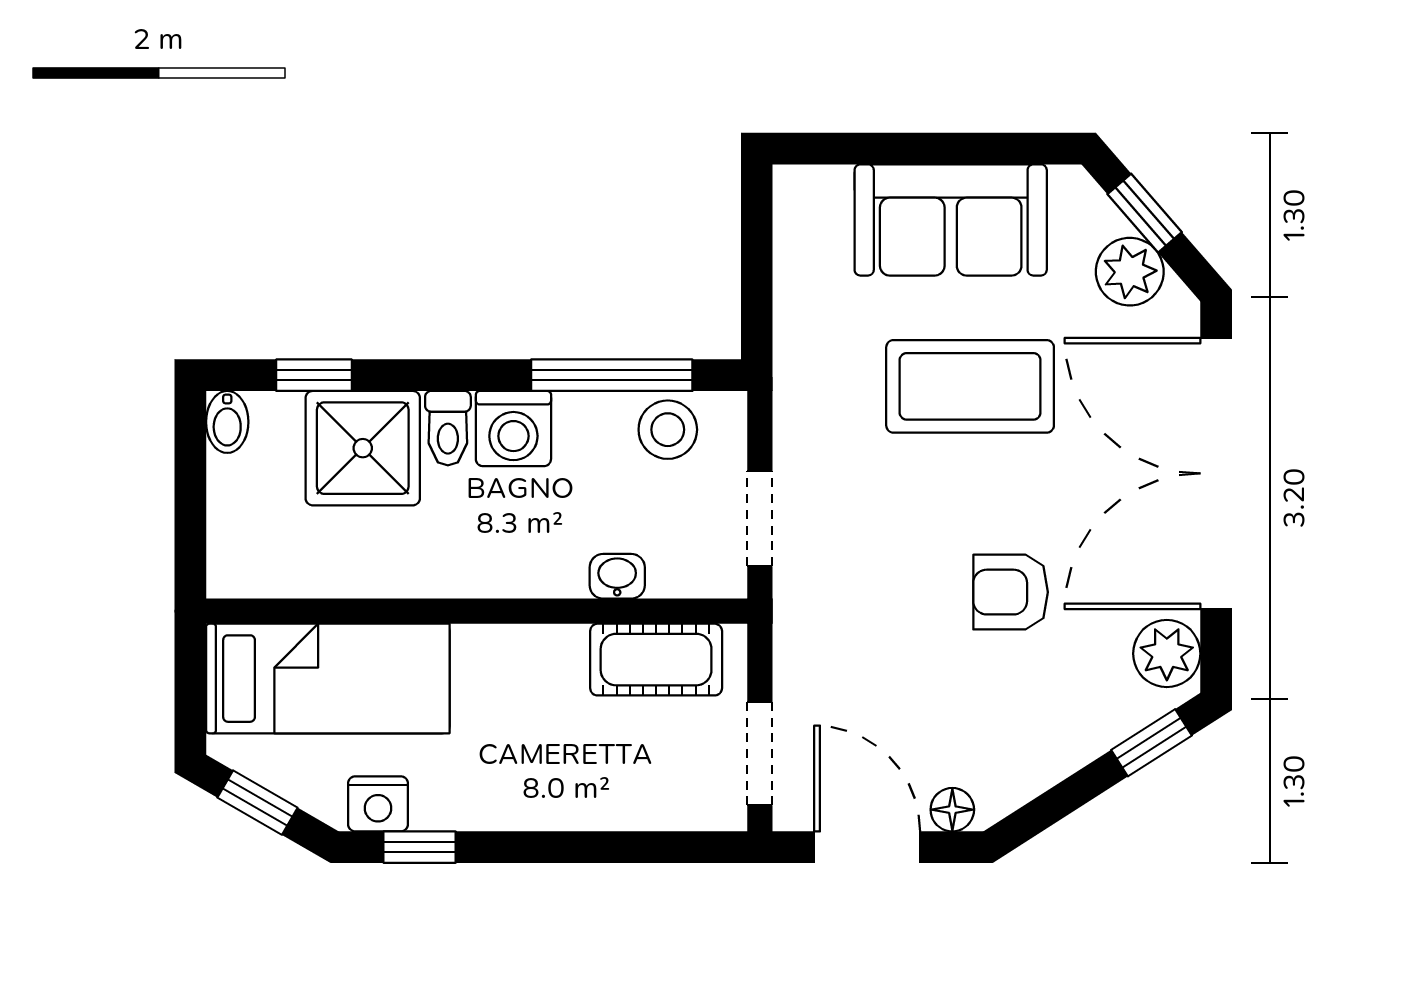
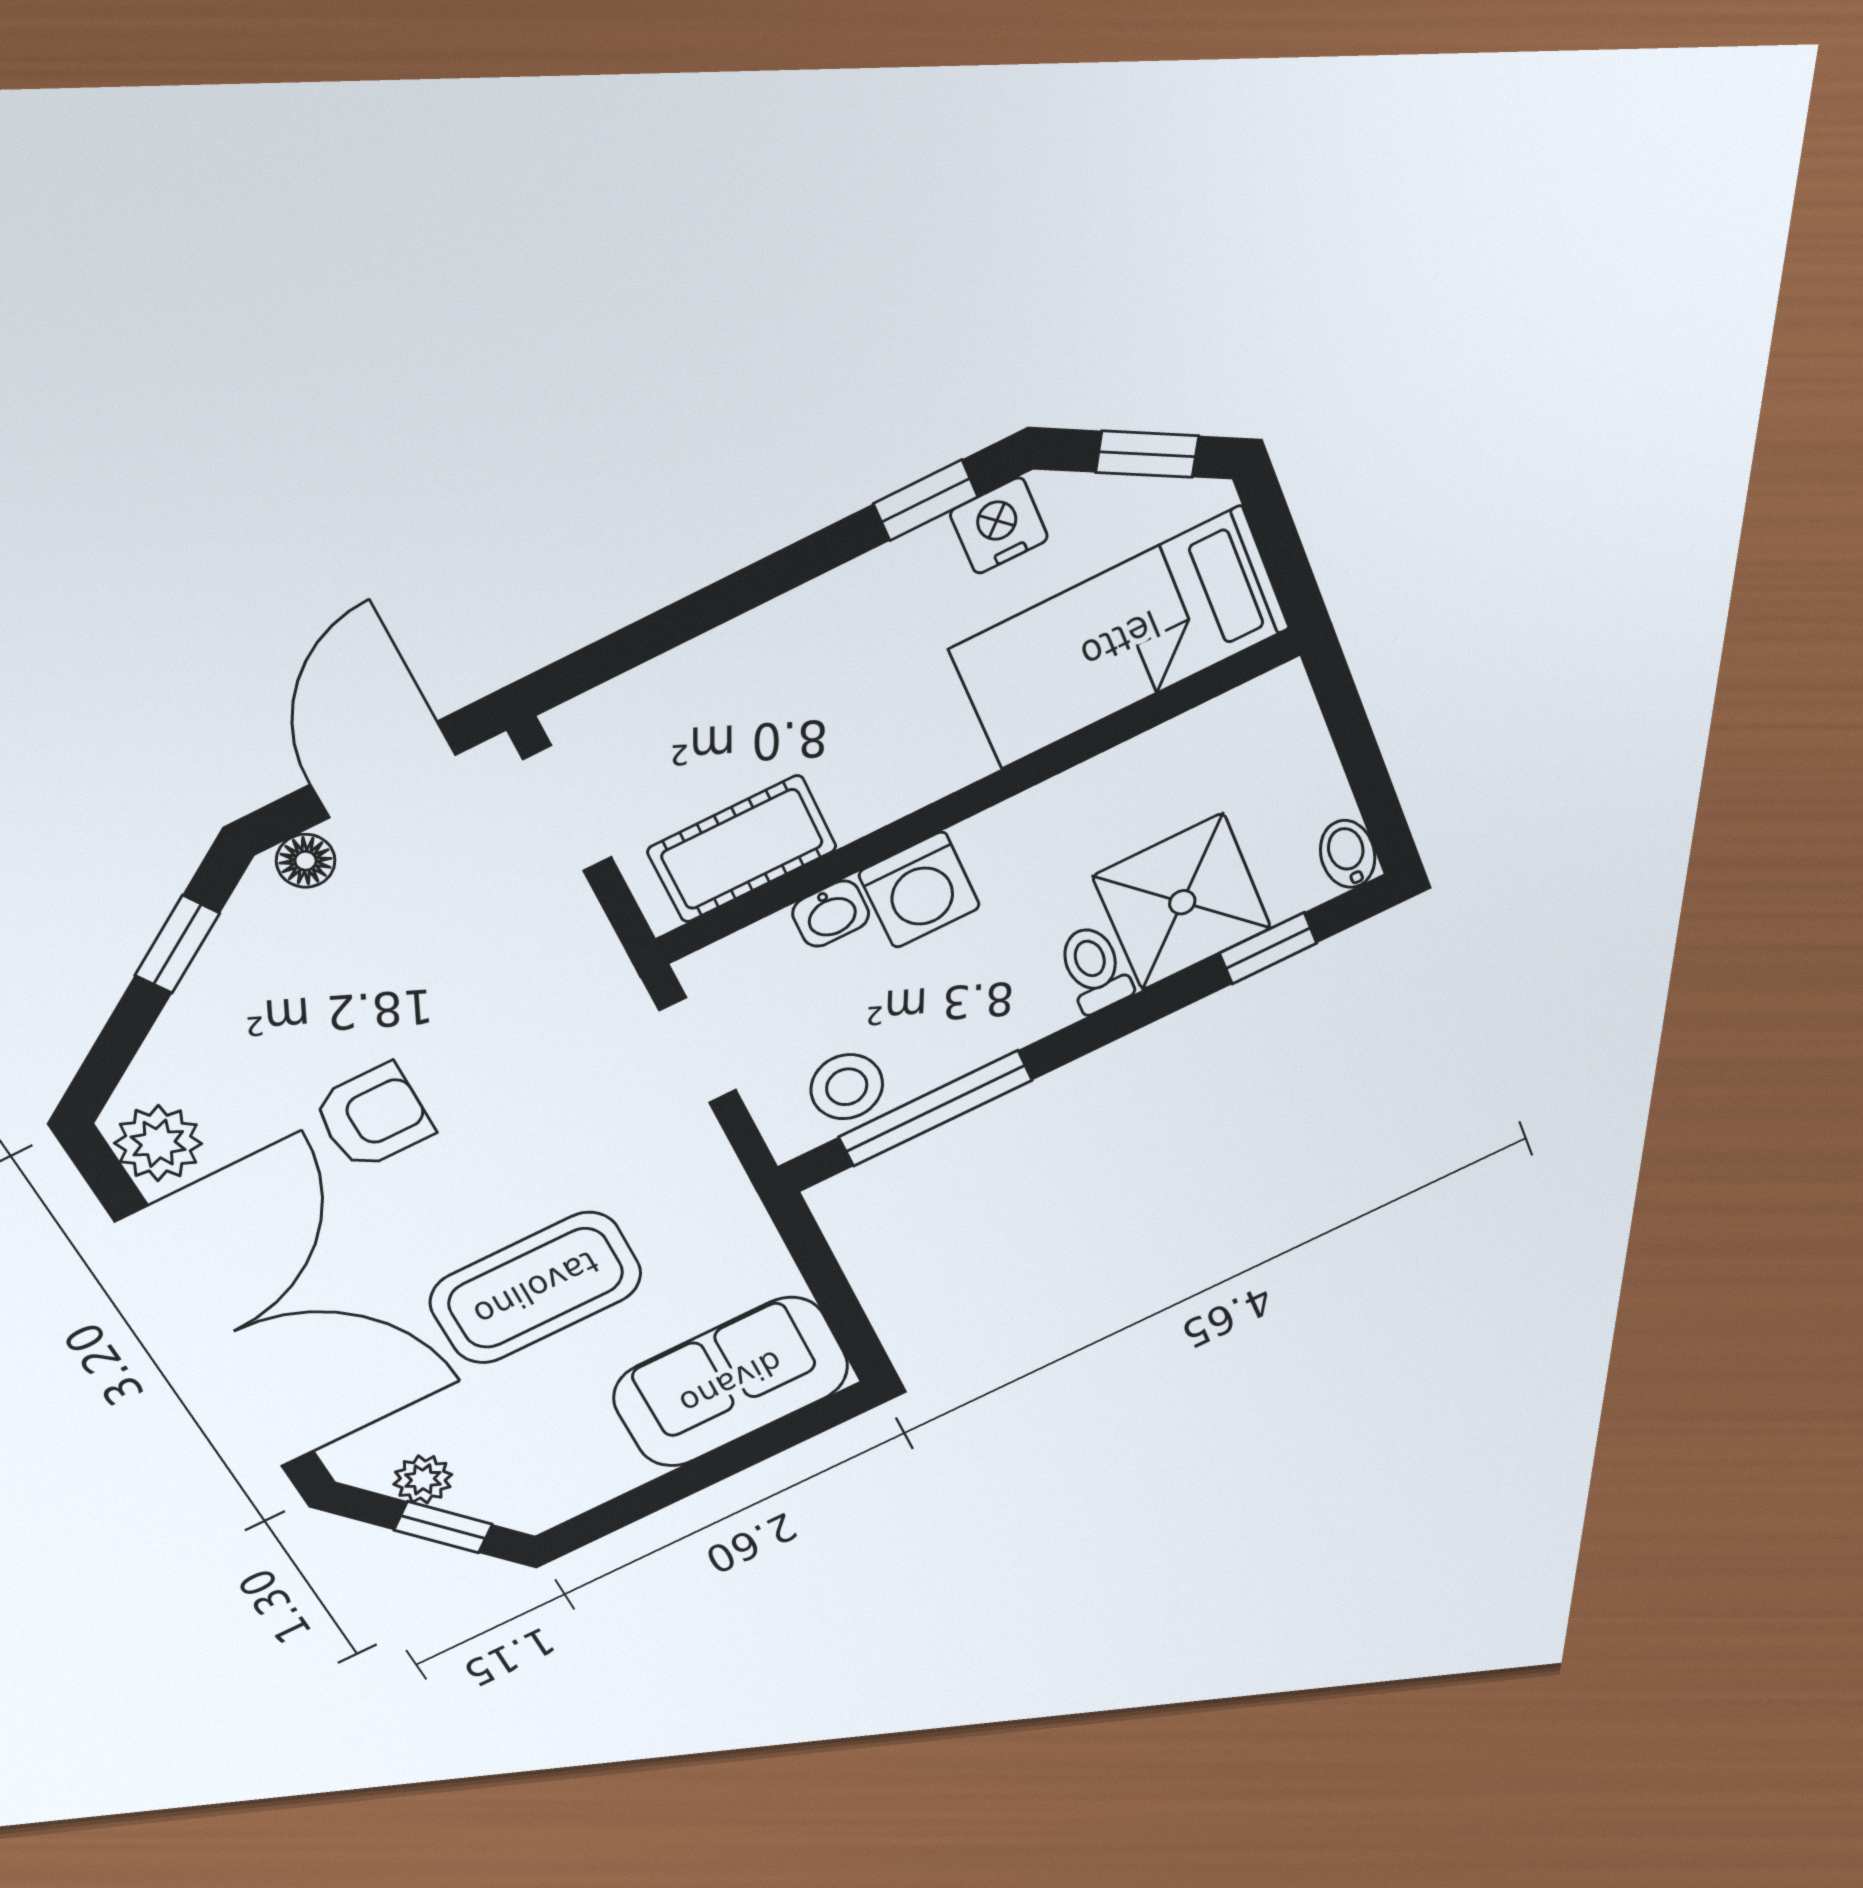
sofa: (951, 220) -> (731, 1382), moved
plant: (1130, 272) -> (423, 1479), width x0.73, depth x0.73
washing machine: (513, 429) -> (919, 890), moved, turned 180
window: (1151, 743) -> (177, 944), moved
door: (867, 847) -> (383, 770), swing flipped

